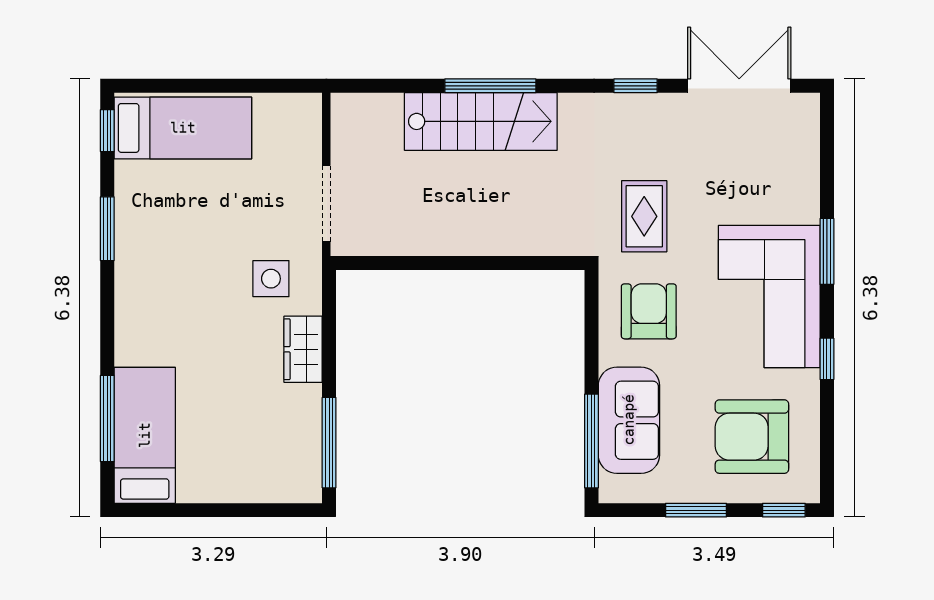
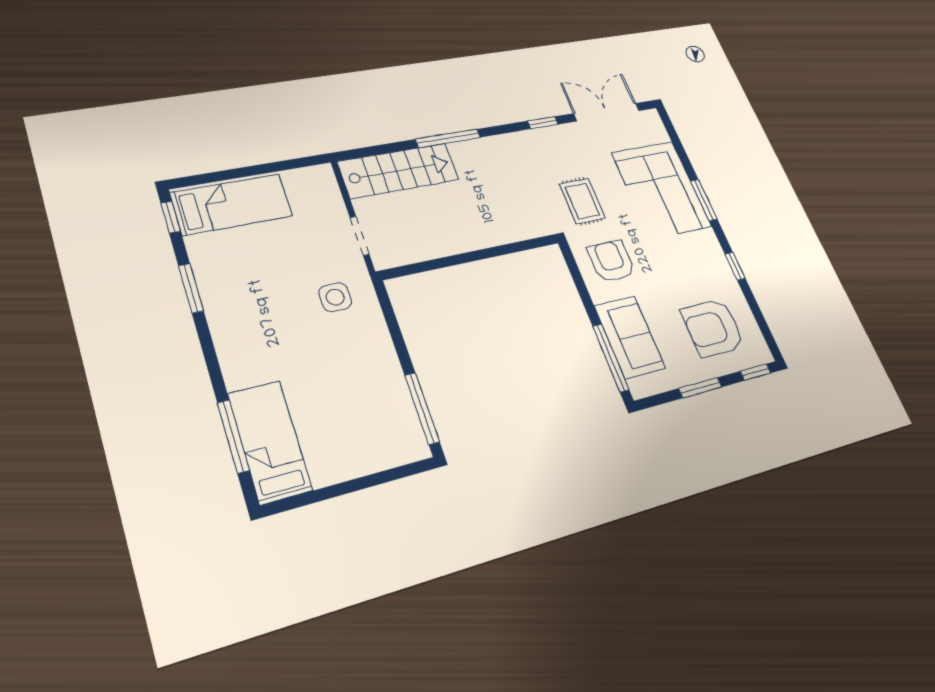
stairs: (481, 121) -> (399, 171), moved
doorway: (326, 204) -> (360, 236), width x0.73
corner sofa: (769, 297) -> (661, 189), moved
wardrobe: (303, 349) -> (378, 343), removed

